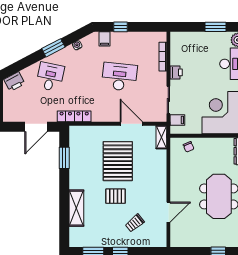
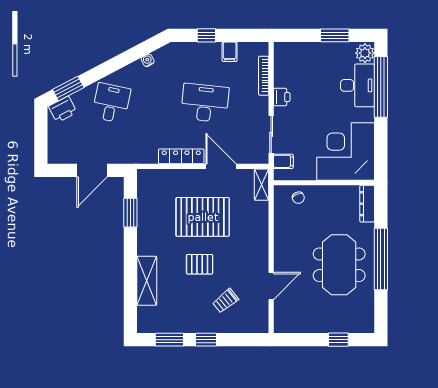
filing cabinet: (105, 39) -> (230, 52), moved
window: (53, 48) -> (68, 88), moved
locker: (74, 116) -> (181, 156), moved
pallet: (118, 161) -> (203, 217), turned 90

